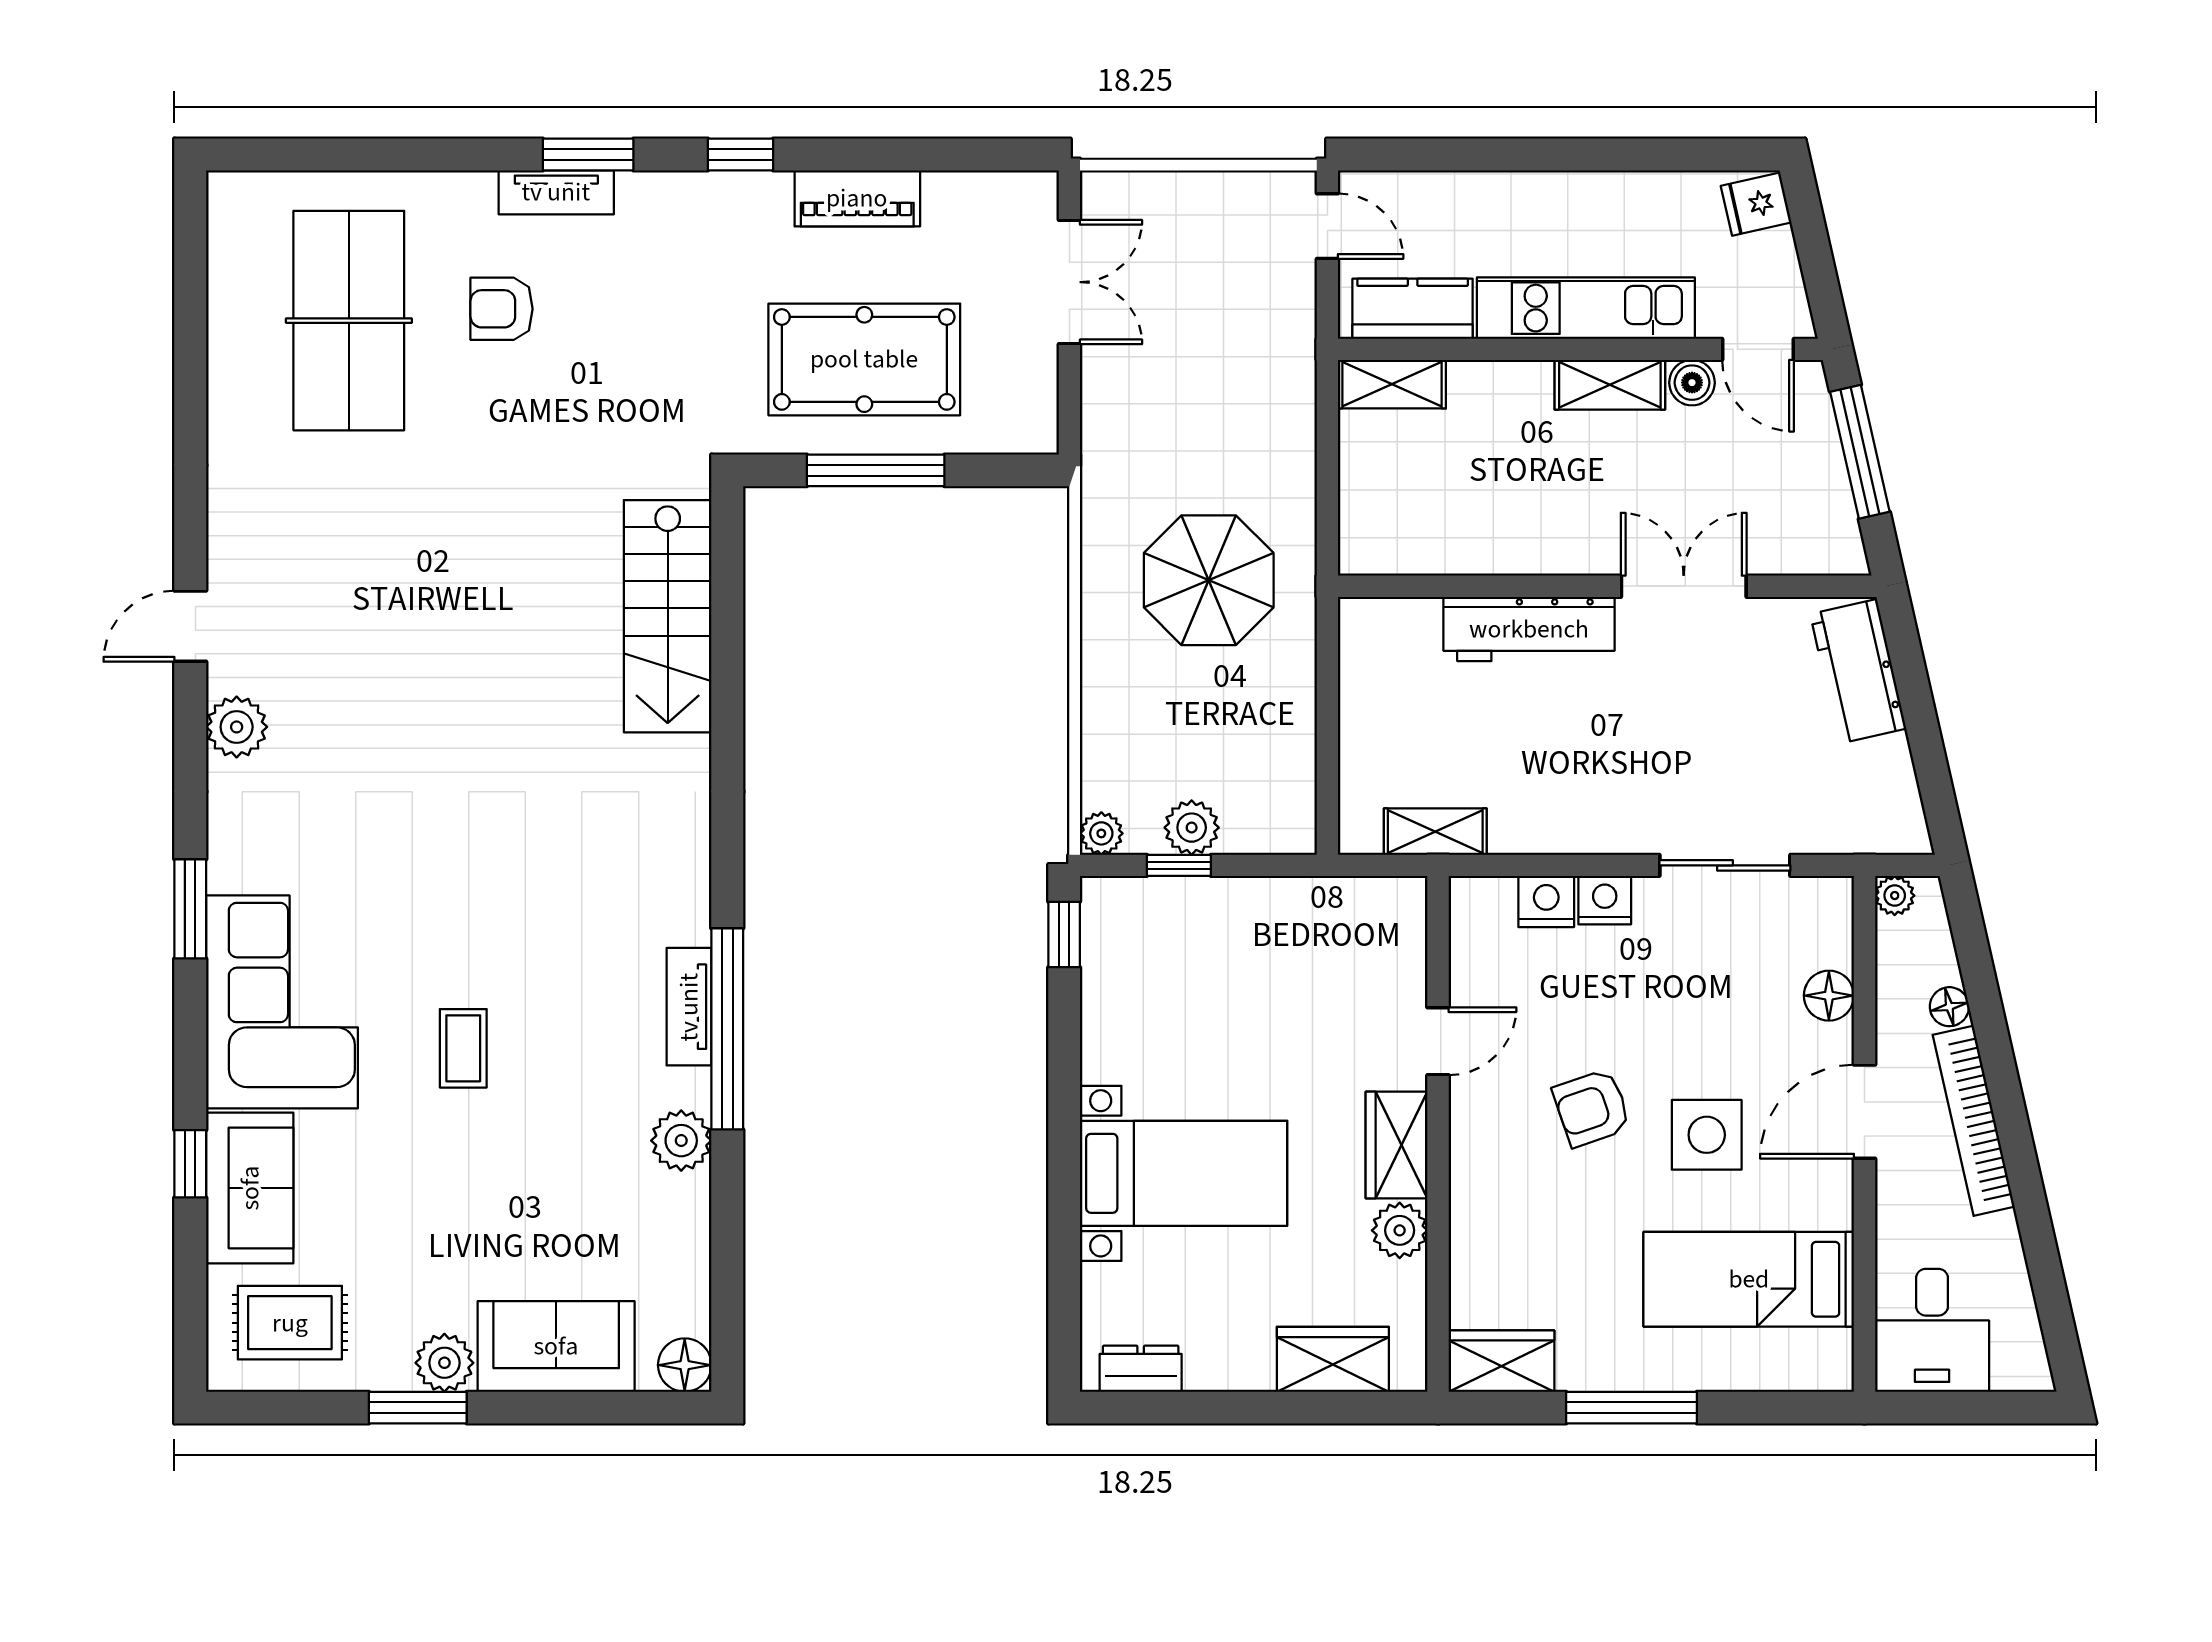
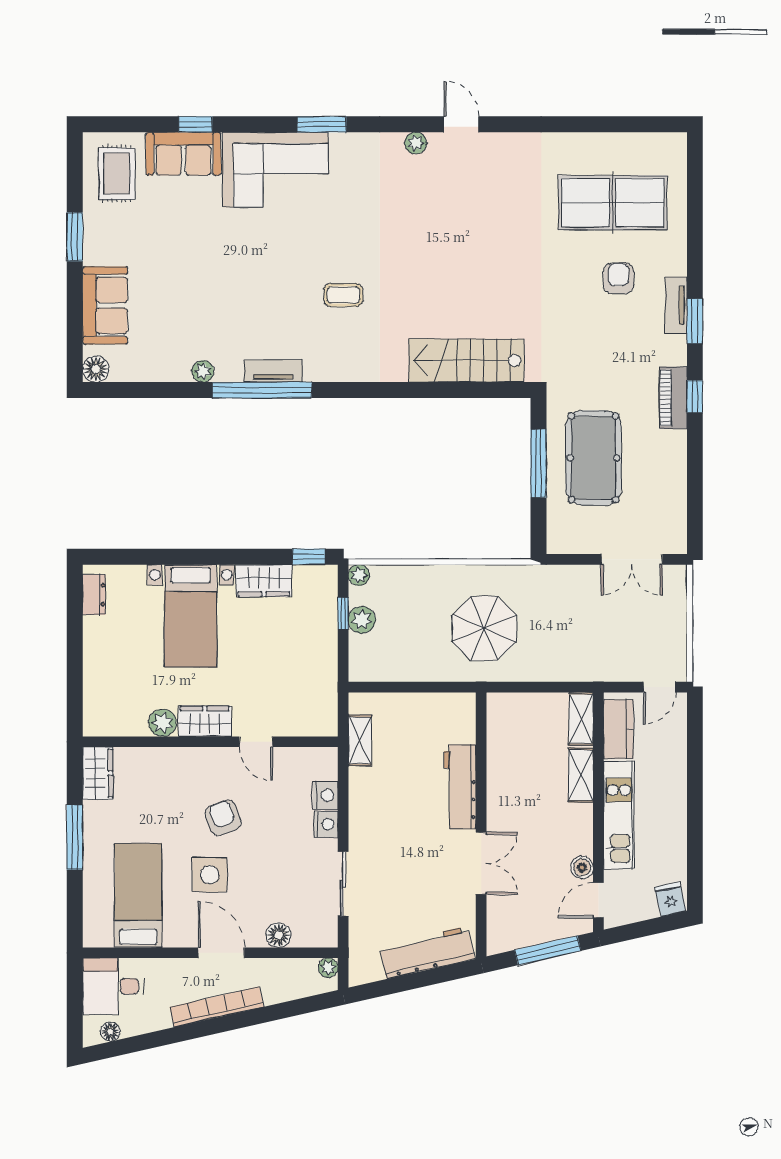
piano: (857, 198) -> (673, 398), moved
shelving: (1610, 385) -> (581, 775), moved
workbench: (1858, 671) -> (427, 952), width x1.38
plant: (237, 727) -> (416, 143), width x0.73, depth x0.73
floor lamp: (1949, 1007) -> (110, 1032), moved
coffee table: (463, 1048) -> (343, 295), moved
plant: (681, 1141) -> (203, 371), width x0.73, depth x0.73
wardrobe: (1333, 1359) -> (264, 581), moved, turned 90
plant: (444, 1363) -> (97, 250), removed

